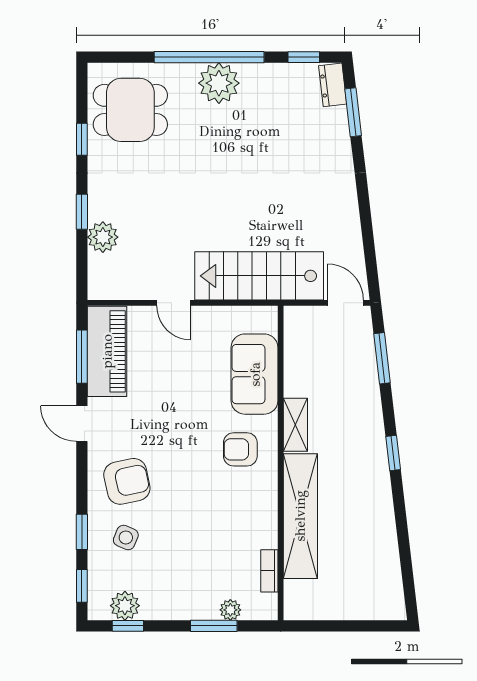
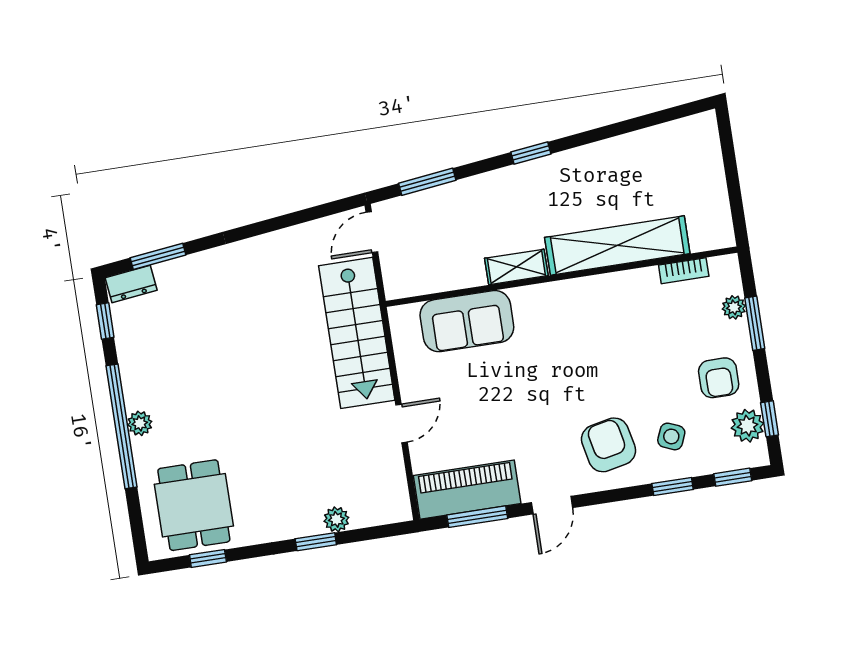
plant: (219, 83) -> (140, 423), width x0.53, depth x0.53
window: (82, 139) -> (208, 558), moved
plant: (103, 237) -> (336, 519), width x0.73, depth x0.73
armchair: (240, 449) -> (719, 378), moved

